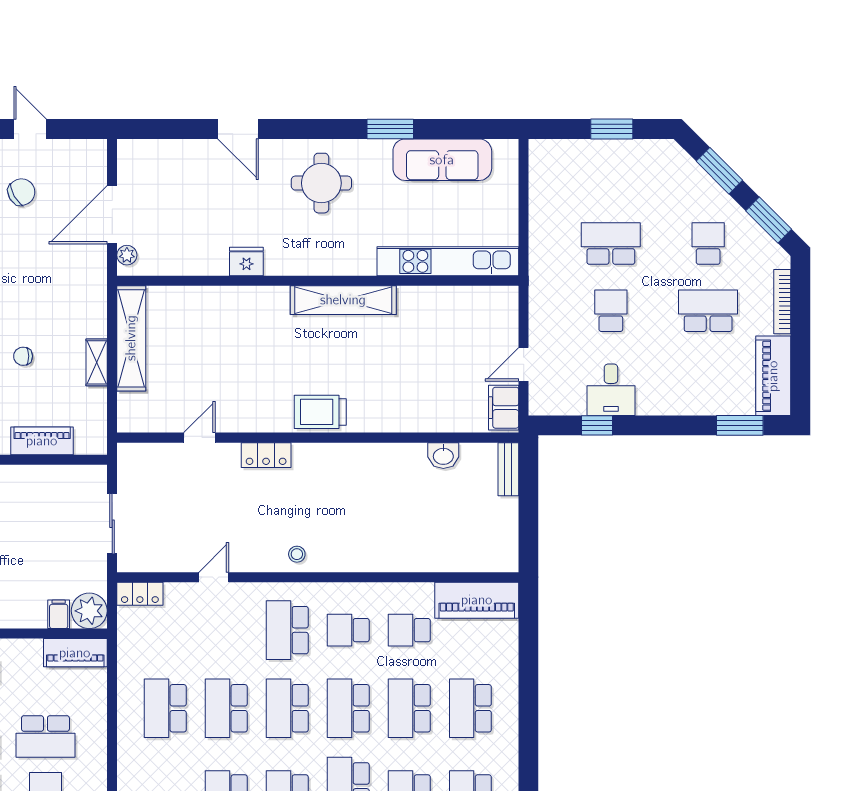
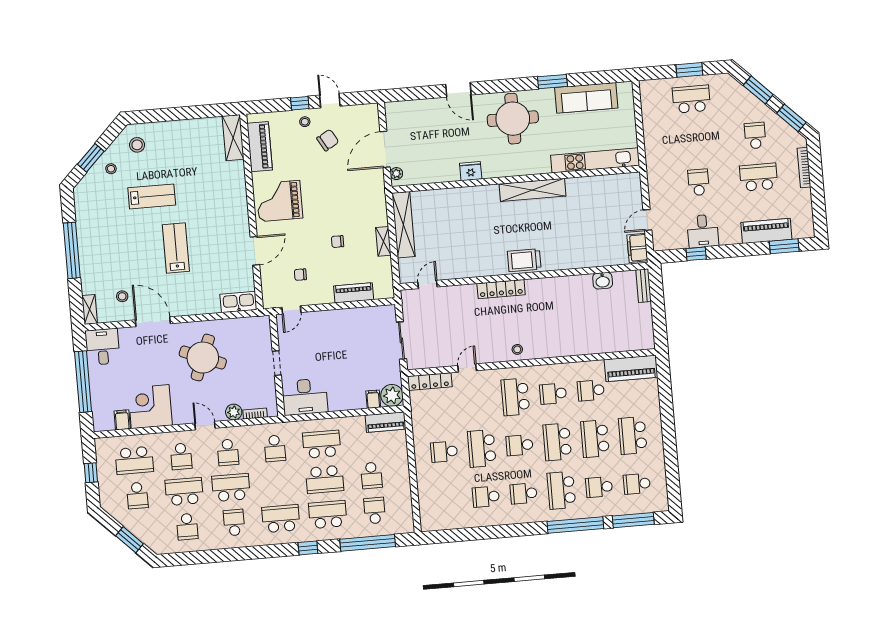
round table: (321, 183) -> (513, 119), width x1.36, depth x1.36
school desk: (611, 244) -> (691, 99), moved
piano: (773, 376) -> (766, 231), moved, turned 90
door: (199, 438) -> (428, 285), moved
locker: (266, 455) -> (501, 289), width x1.53
locker: (140, 594) -> (430, 382), width x1.53
school desk: (165, 708) -> (444, 452), width x0.54
school desk: (287, 708) -> (520, 445), width x0.54
school desk: (45, 736) -> (372, 475), width x0.54

